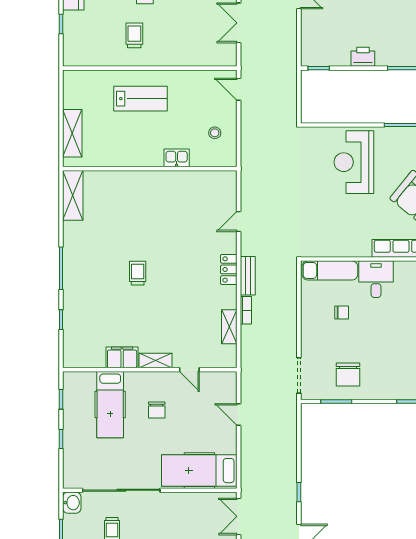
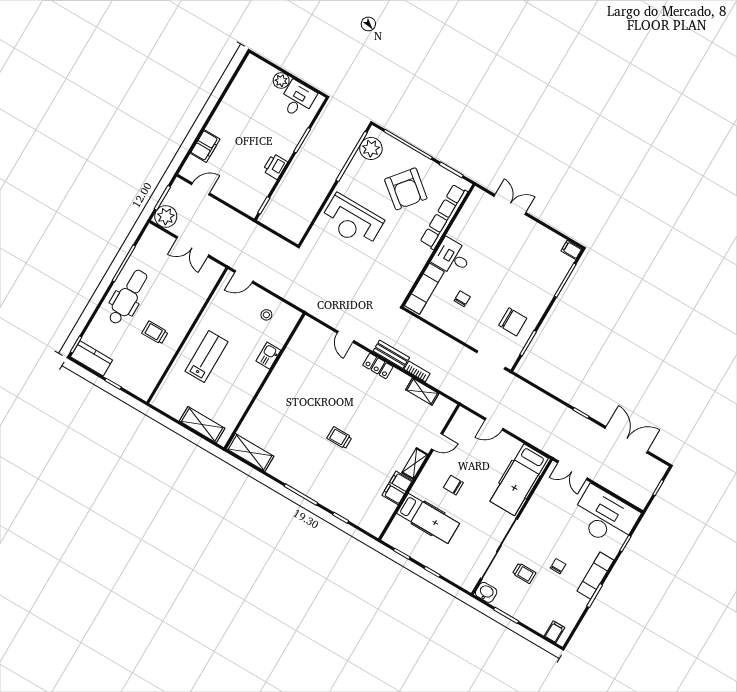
chair: (157, 410) -> (453, 485), turned 180

